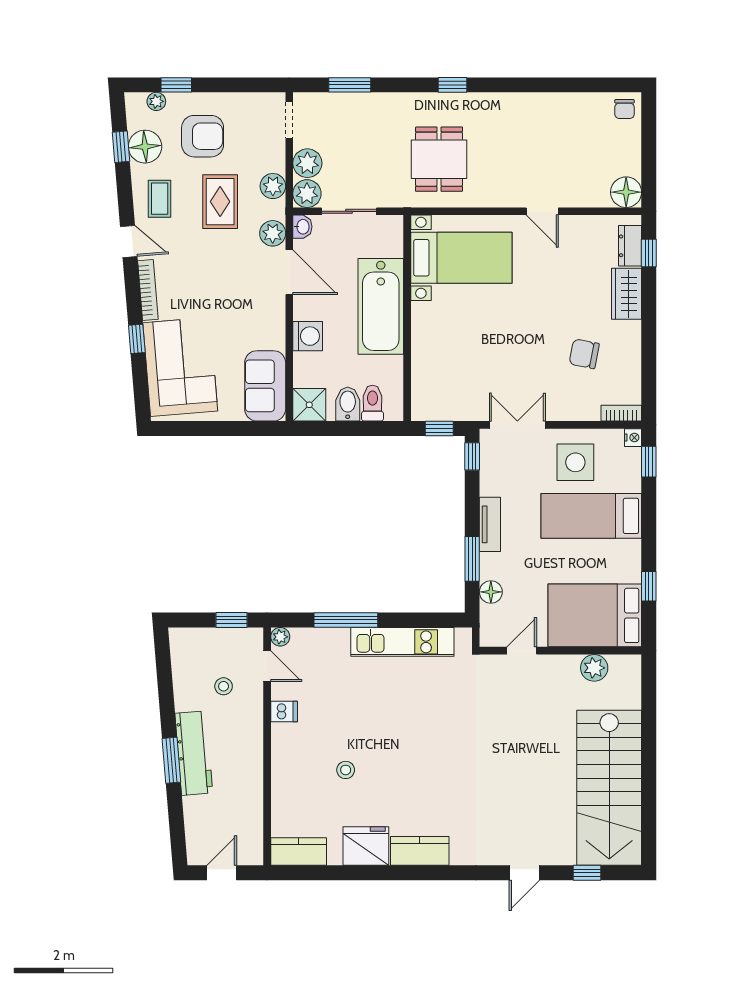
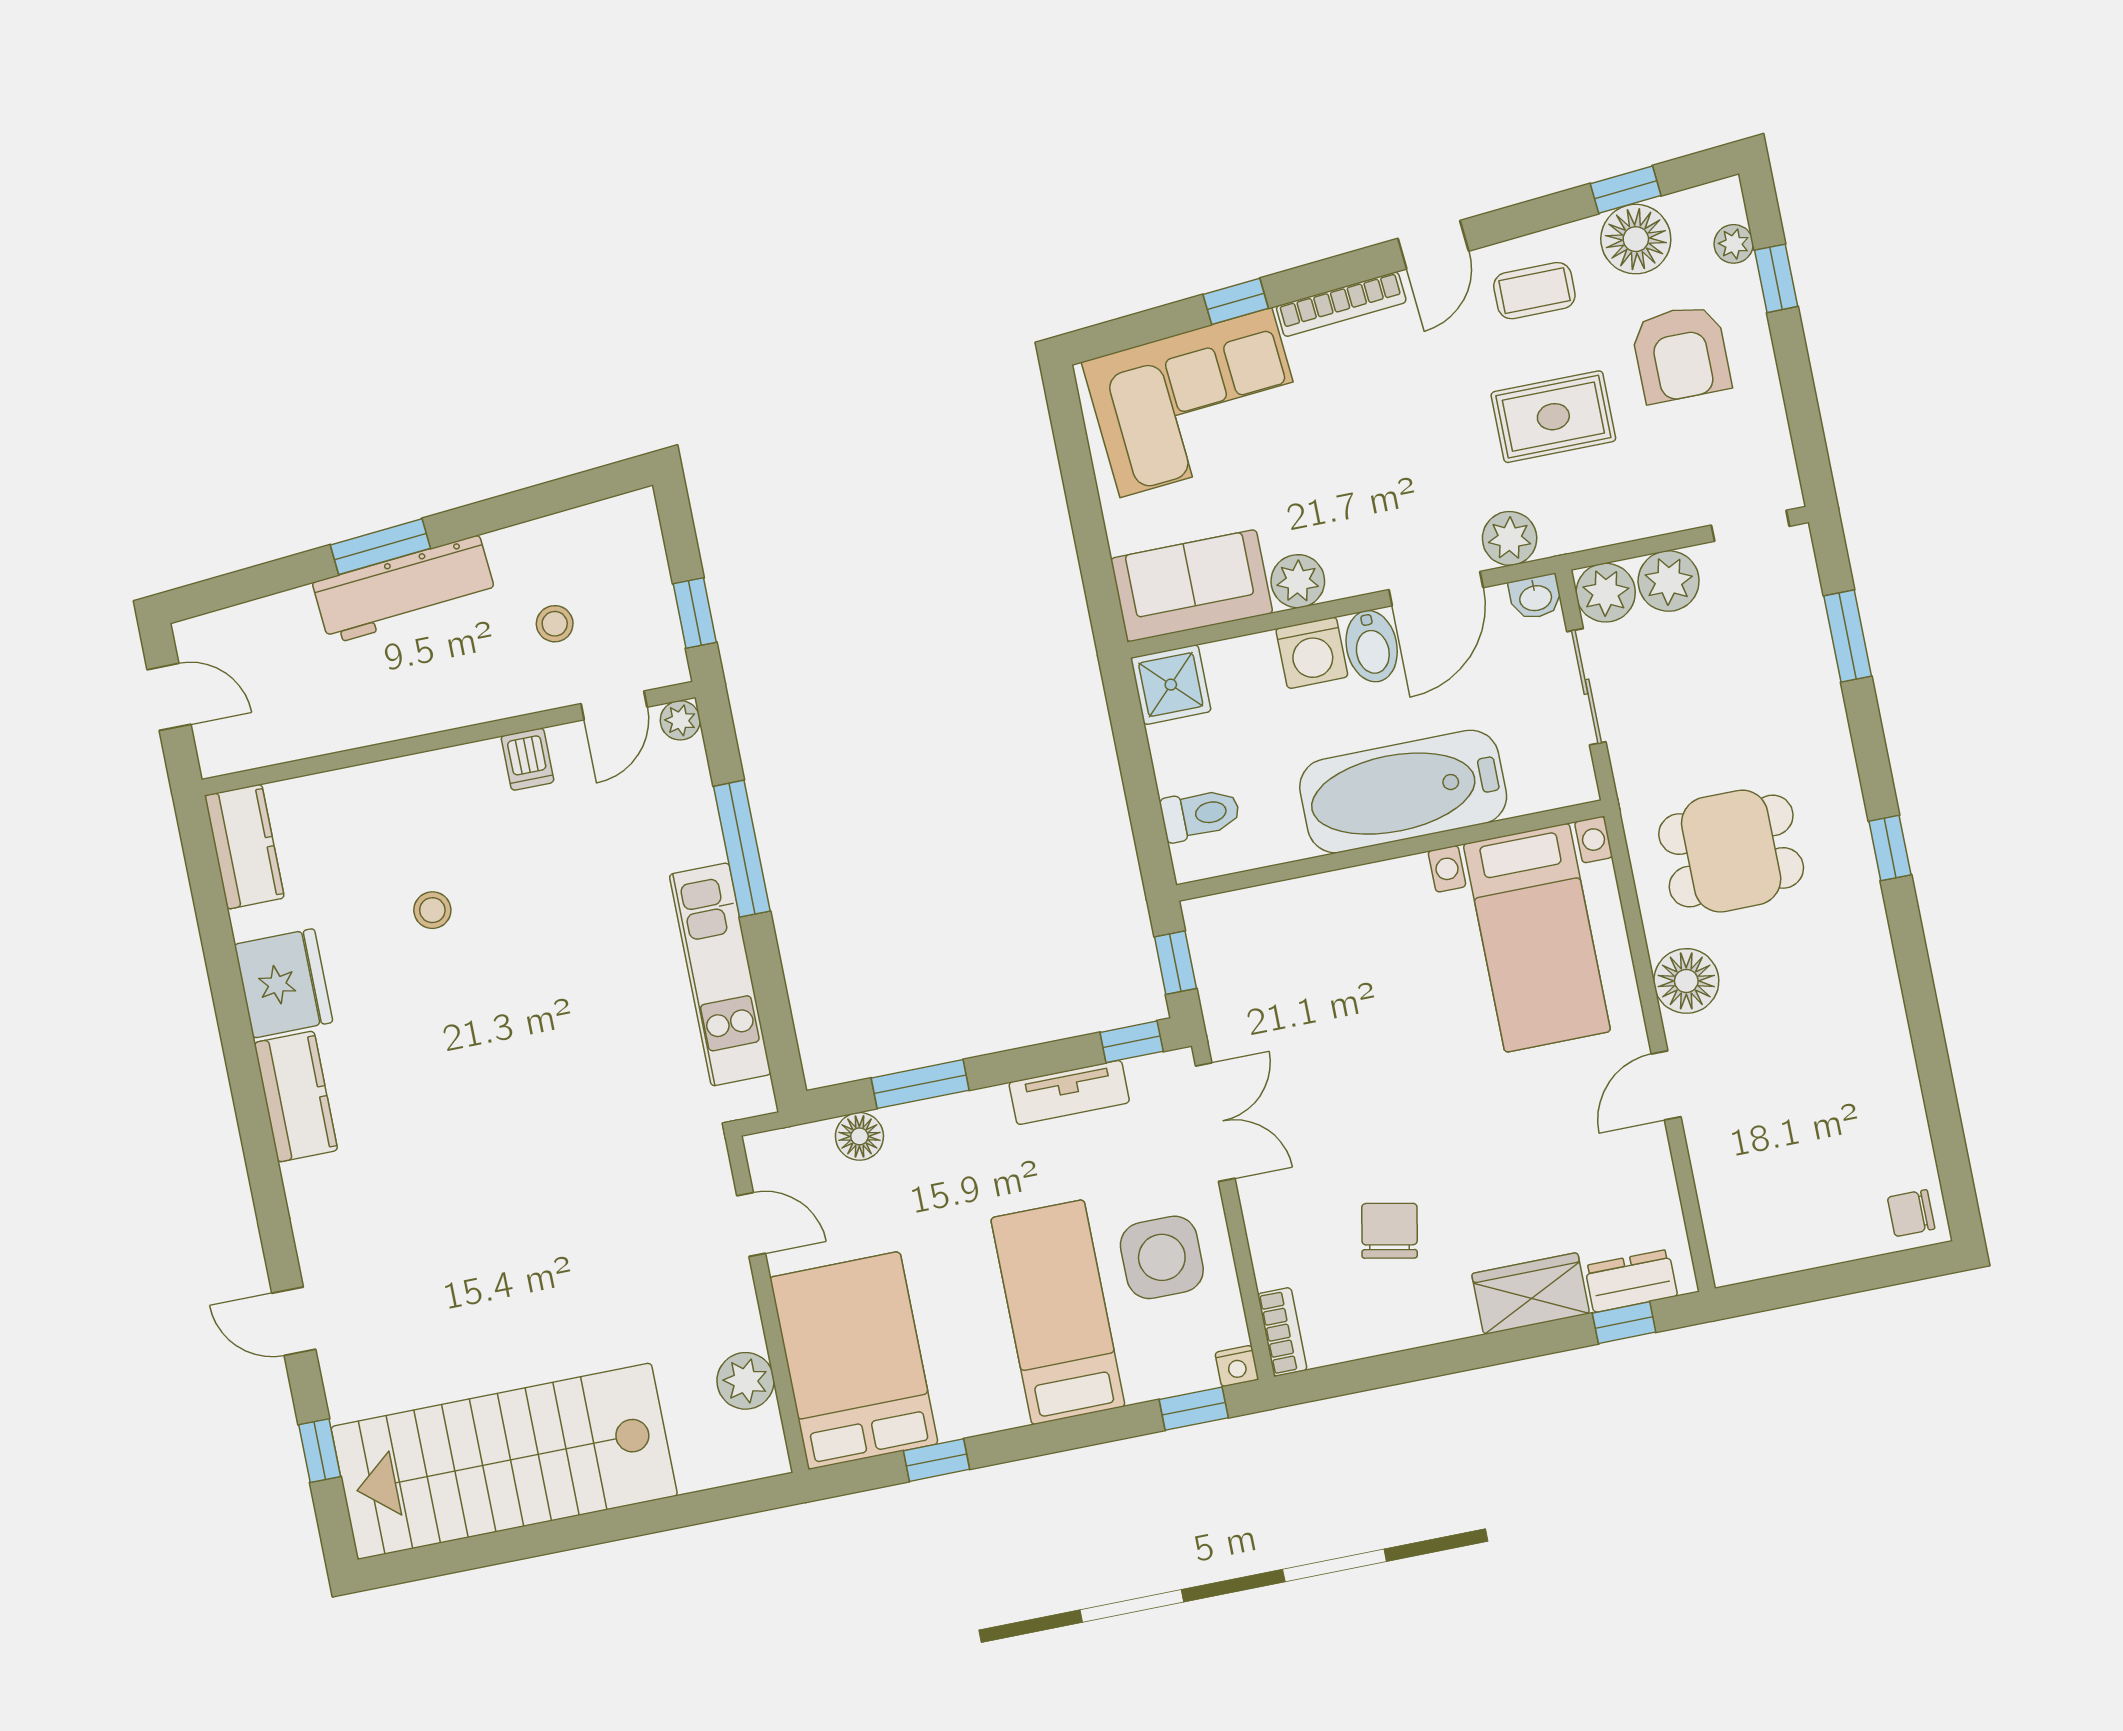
plant: (273, 186) -> (1298, 581), moved
floor lamp: (626, 192) -> (1686, 981), moved
bidet: (348, 404) -> (1372, 646), moved, turned 90
tv unit: (490, 524) -> (1069, 1092), moved

